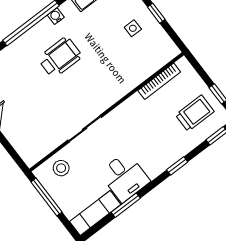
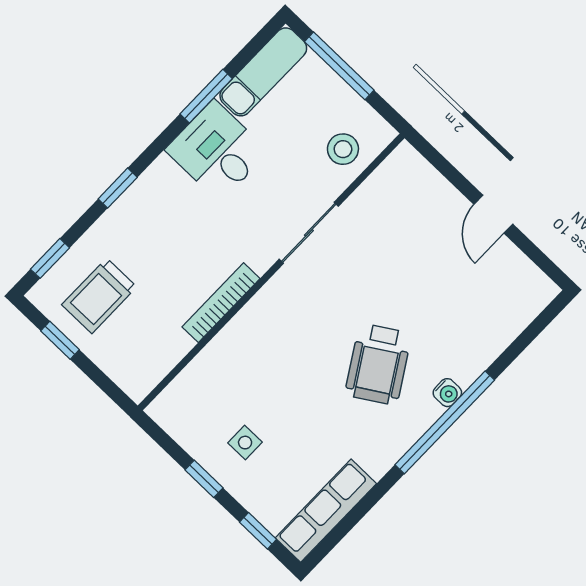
water cooler: (56, 16) -> (447, 393), moved
wheelchair: (60, 57) -> (378, 364), turned -32
bookcase: (159, 81) -> (221, 303), moved
window: (46, 197) -> (339, 66), moved

